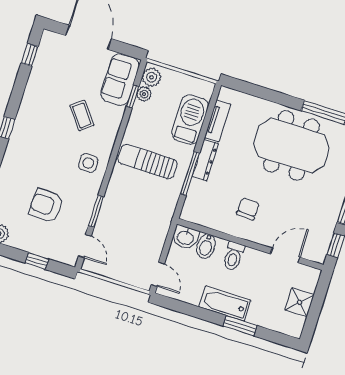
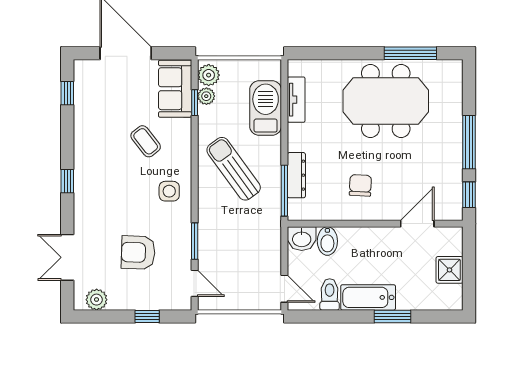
dresser: (205, 160) -> (296, 175), moved
sun lounger: (147, 161) -> (234, 169), turned 54
window: (190, 174) -> (284, 191), moved
toilet: (233, 256) -> (330, 294), moved, turned 180

